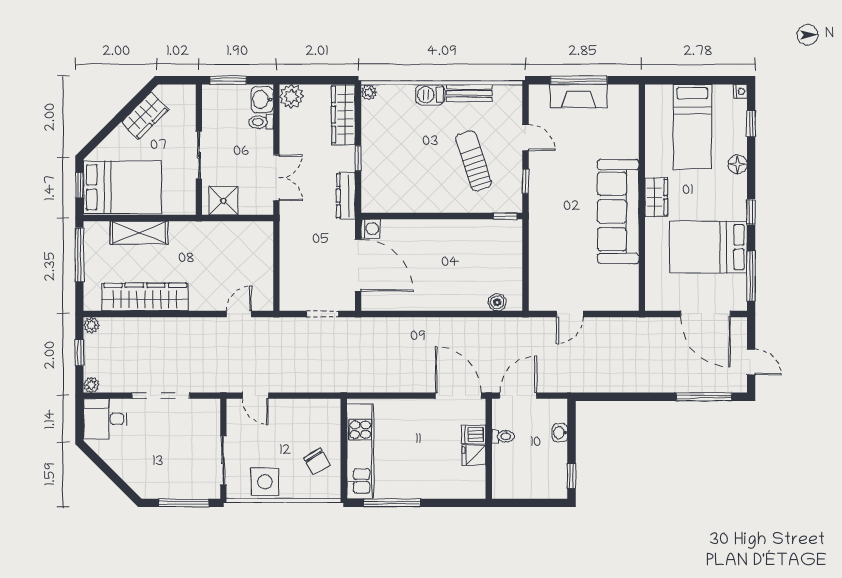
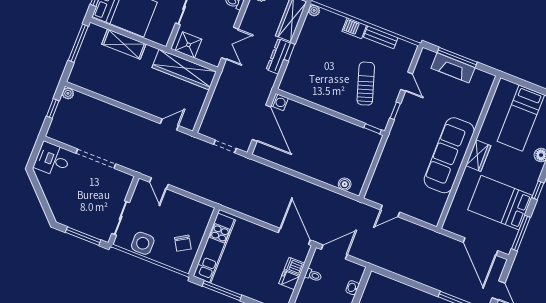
dresser: (346, 196) -> (278, 56), moved
wardrobe: (145, 297) -> (184, 70), moved, turned 180
plant: (91, 385) -> (52, 133), removed

